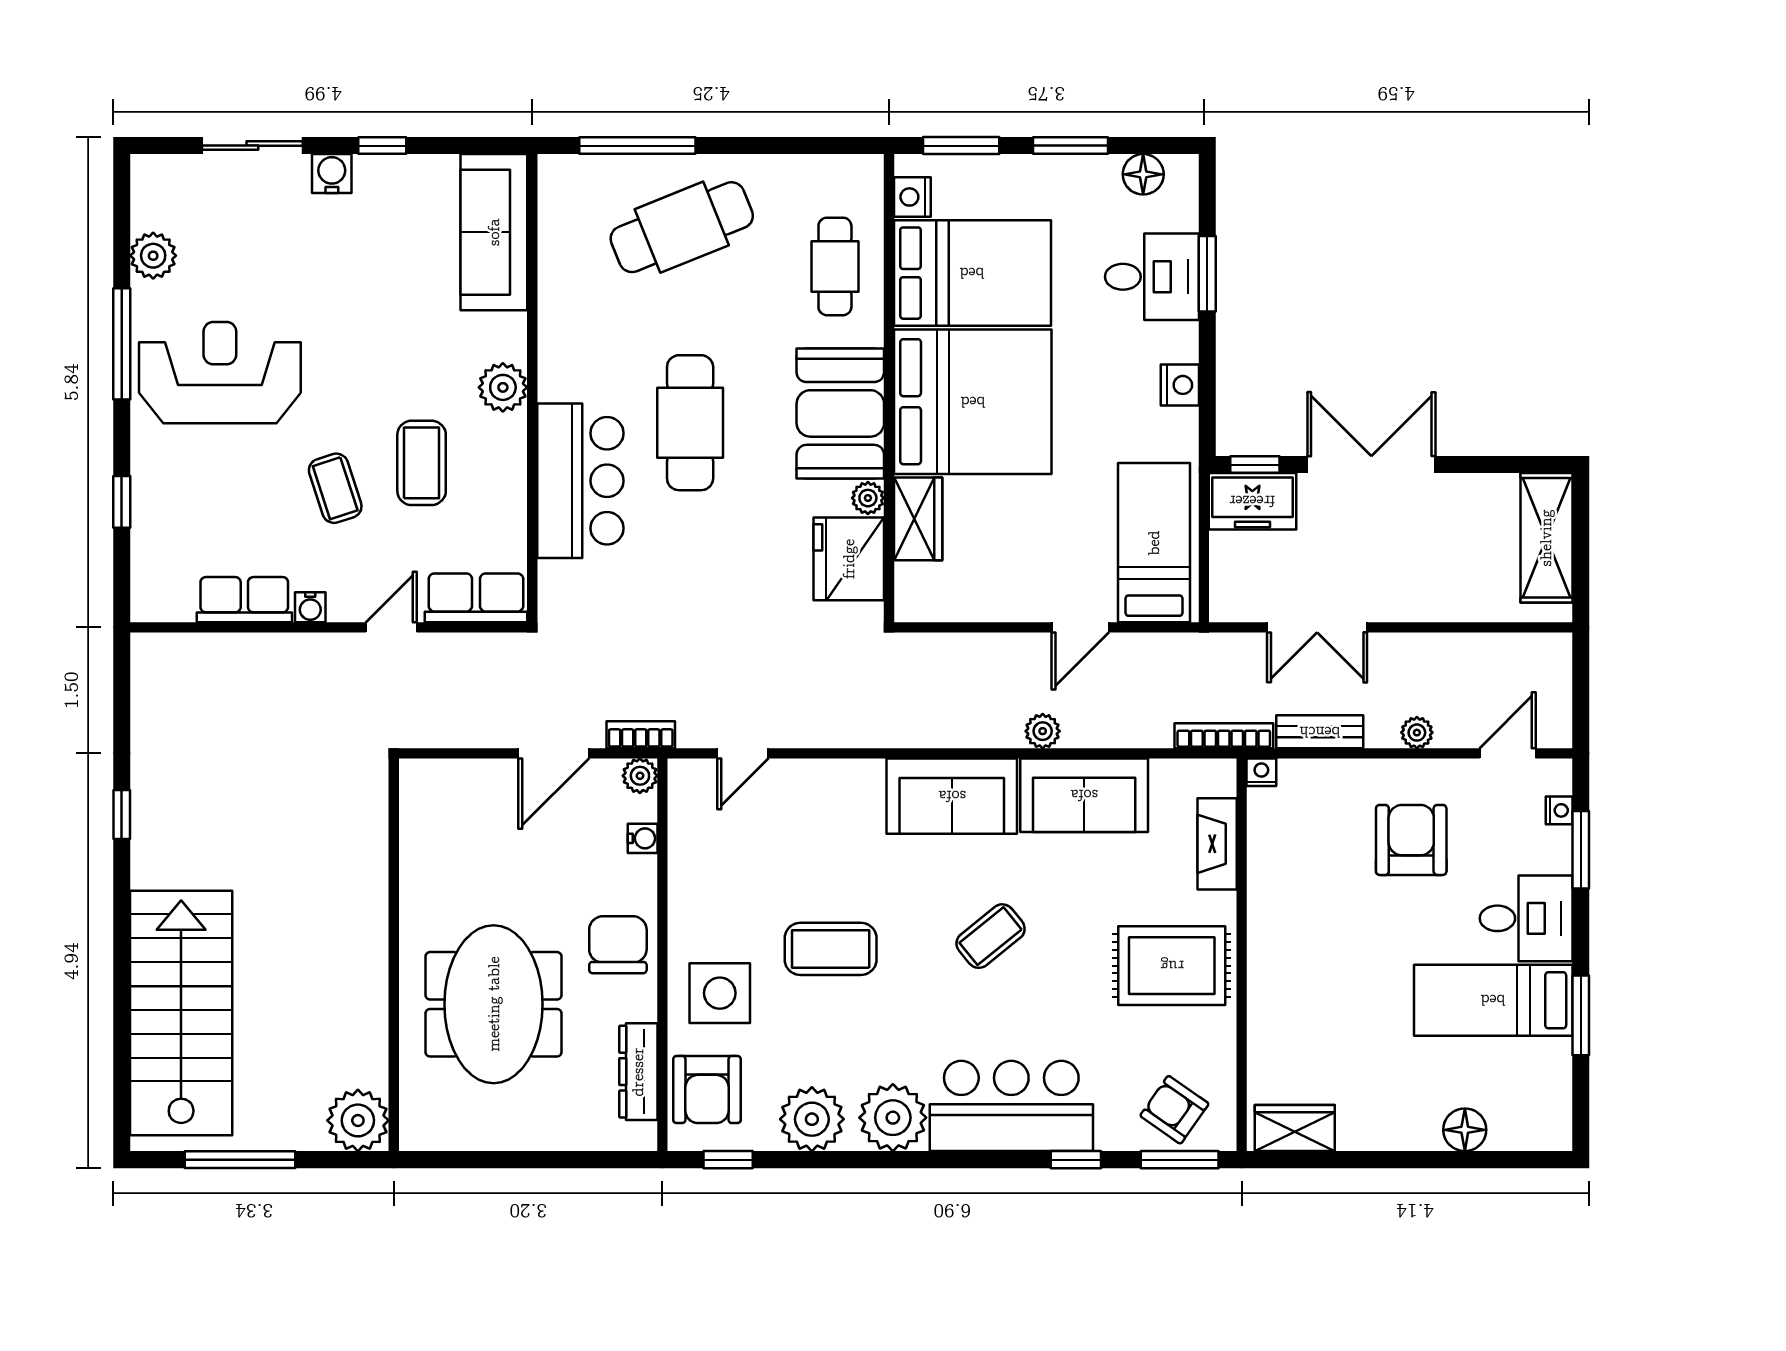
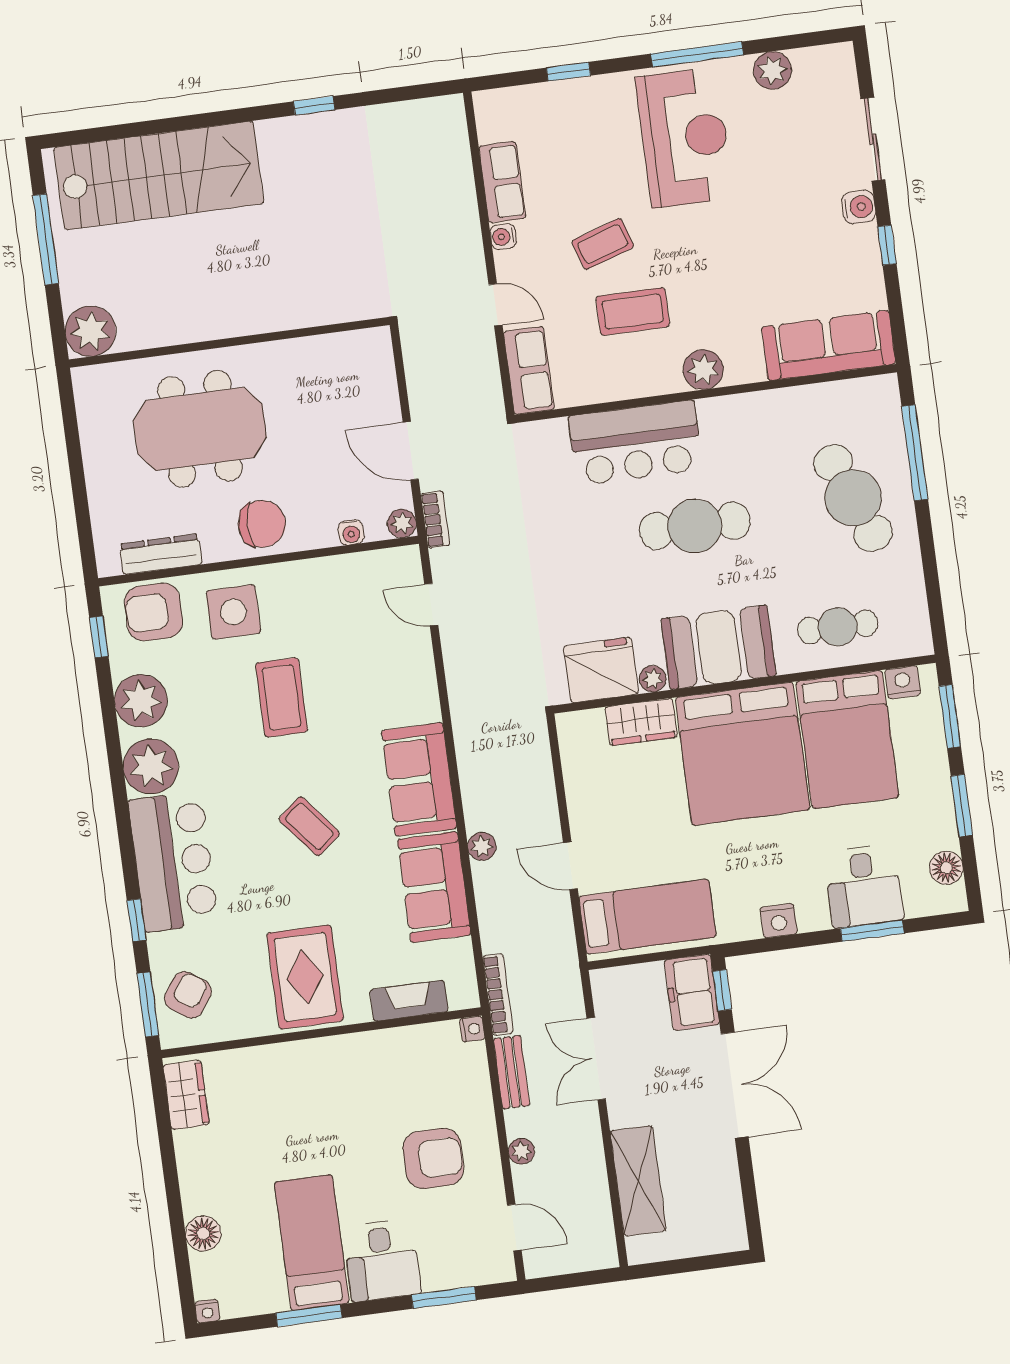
shelving: (1546, 538) -> (638, 1181), moved, turned 90
nightstand: (1559, 810) -> (207, 1311), moved

